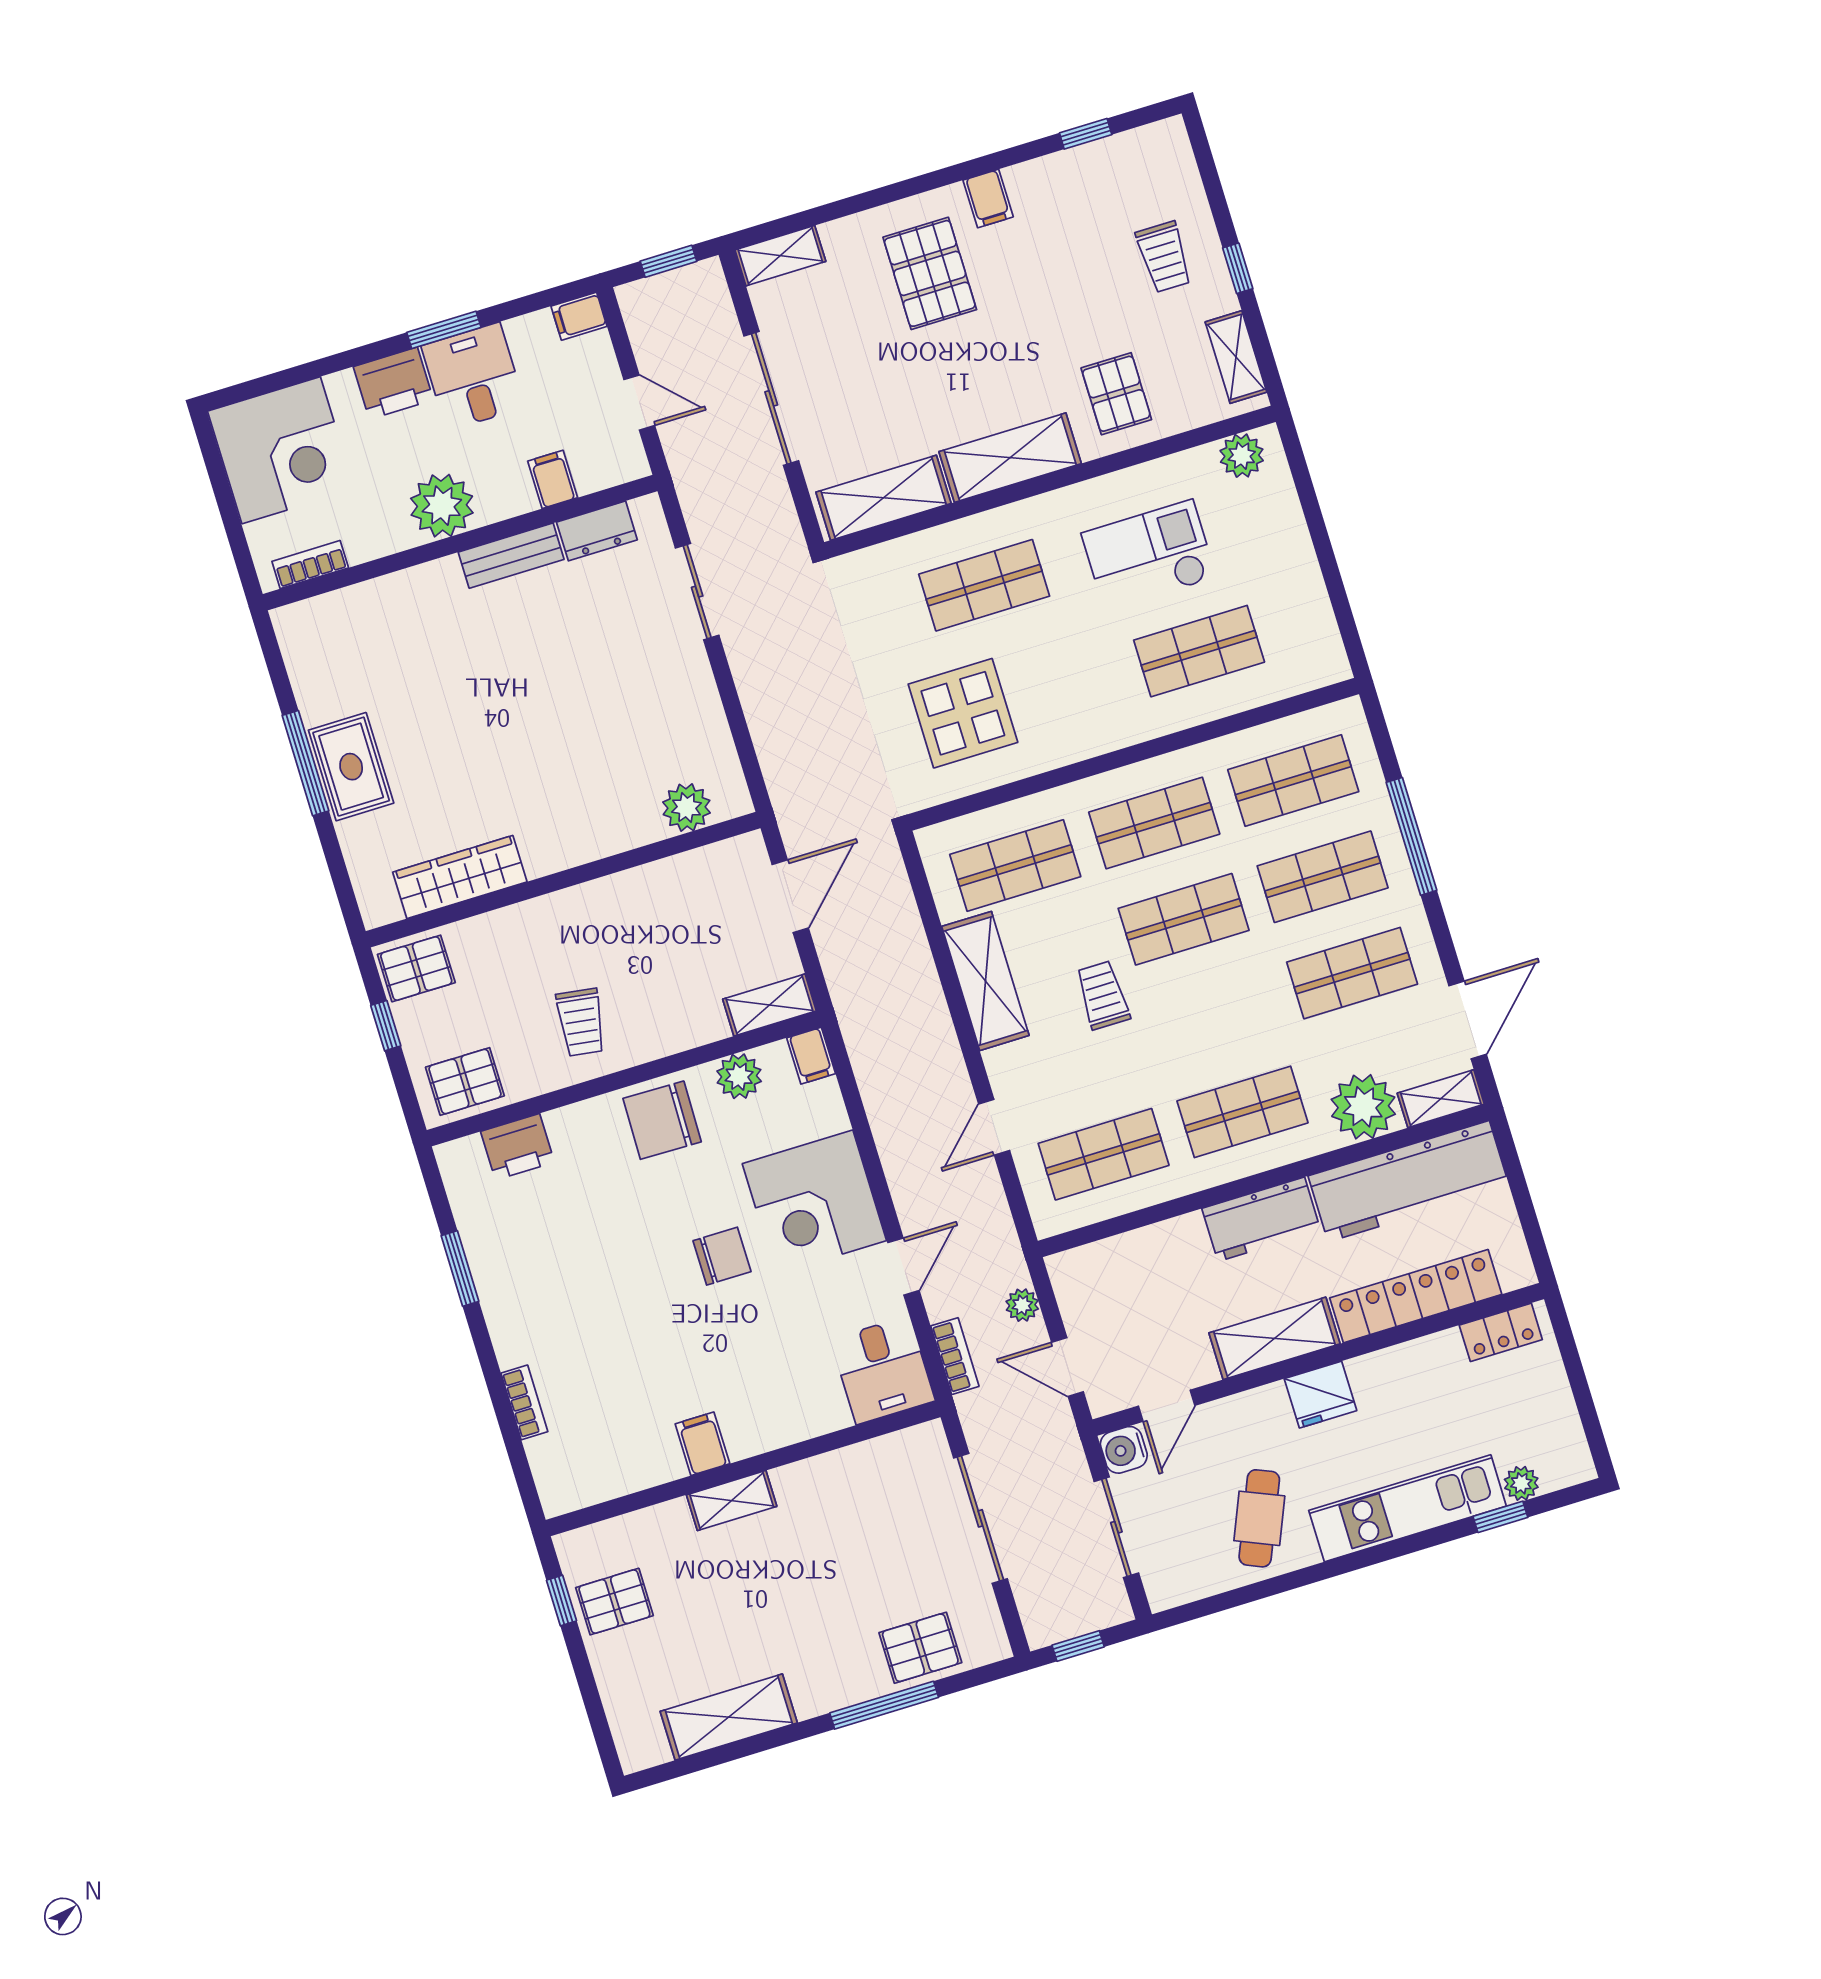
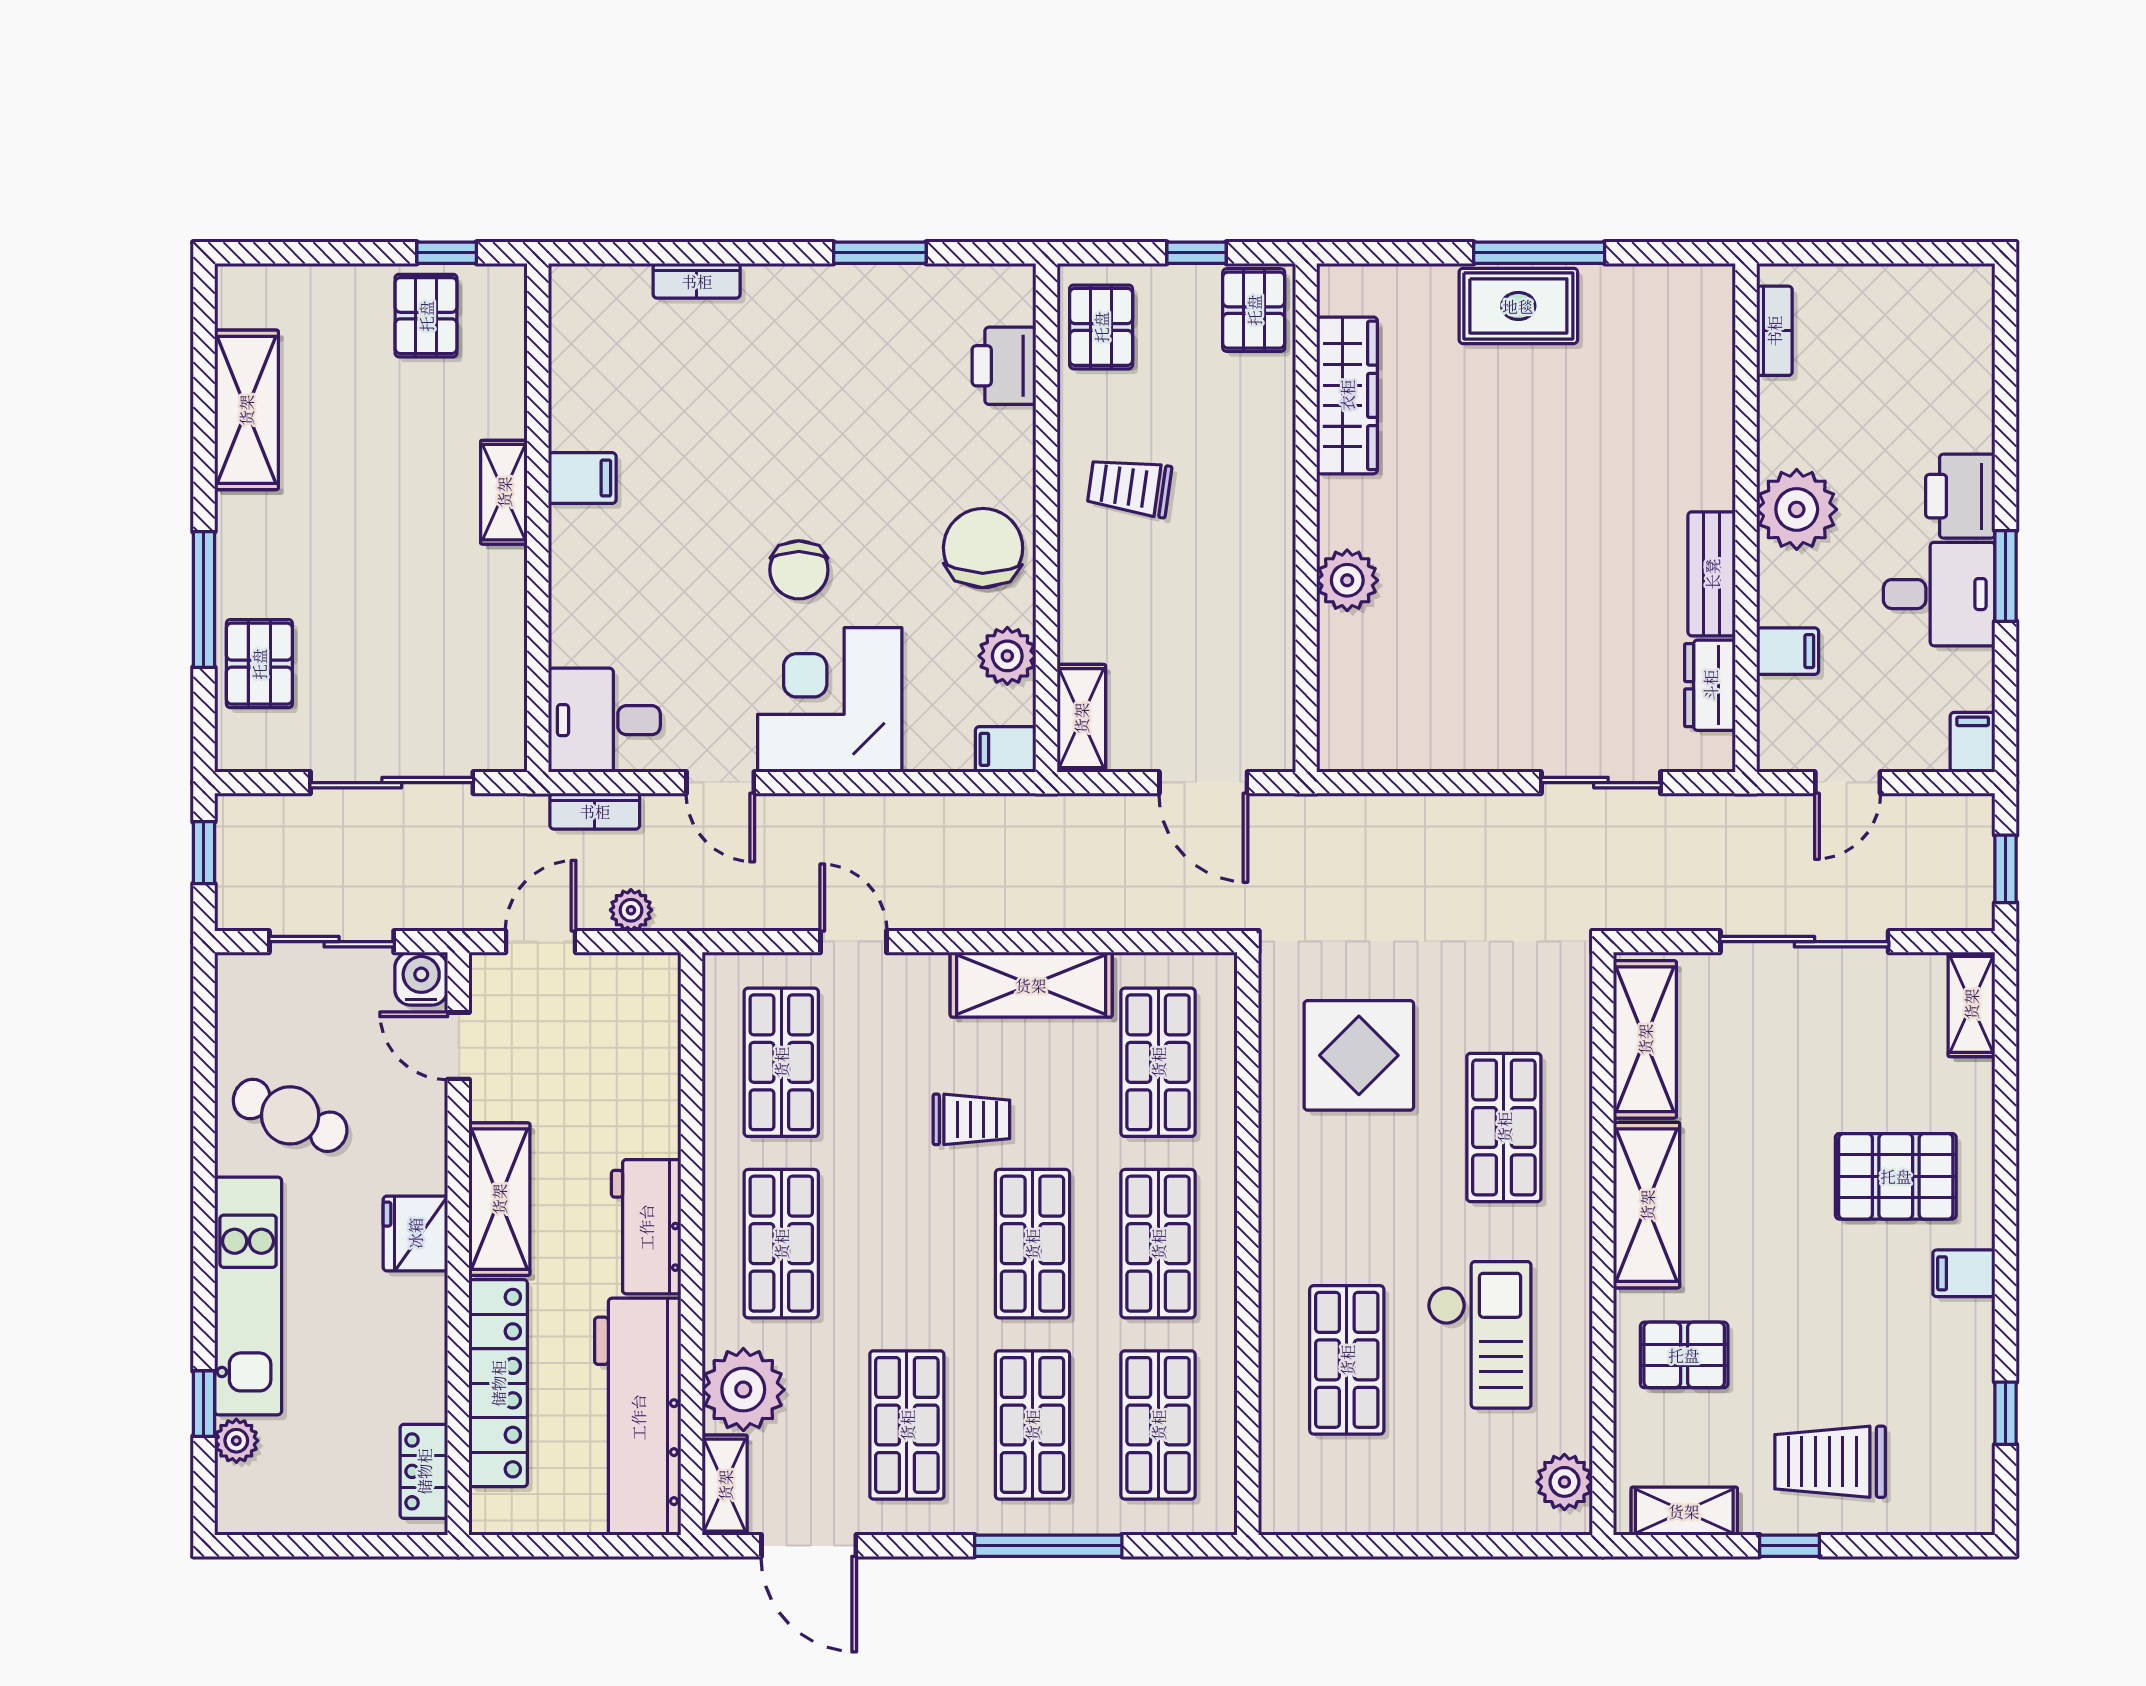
trolley: (1164, 257) -> (1830, 1462), width x1.36, depth x1.39
corner desk: (281, 450) -> (1921, 338), removed
plant: (687, 807) -> (1347, 580), moved

